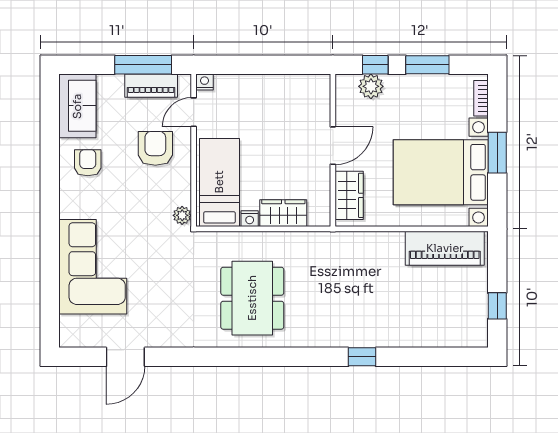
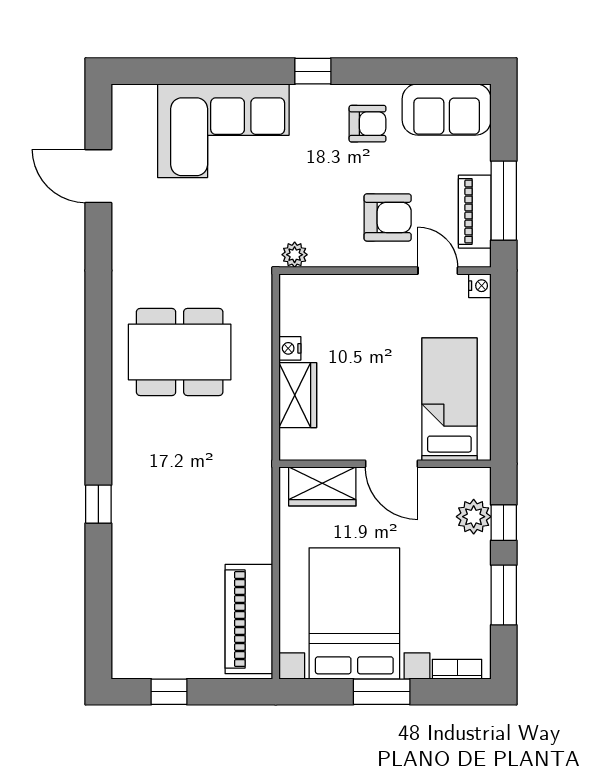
bed: (219, 182) -> (449, 399), moved, turned -90
window: (50, 202) -> (313, 71), added

